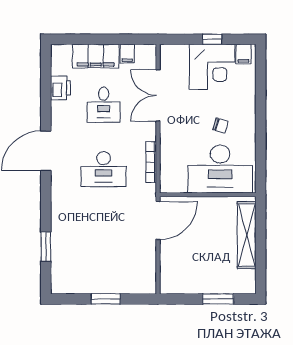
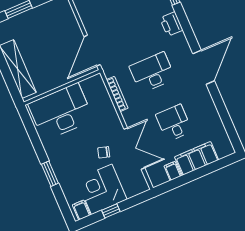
printer: (61, 88) -> (171, 24), moved
window: (261, 108) -> (50, 174), added
chair: (220, 125) -> (104, 152), moved

